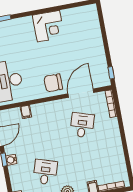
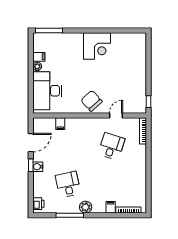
chair: (53, 83) -> (91, 101), turned 48
door: (81, 93) -> (116, 116), width x0.53
desk: (45, 172) -> (68, 184), turned -30

